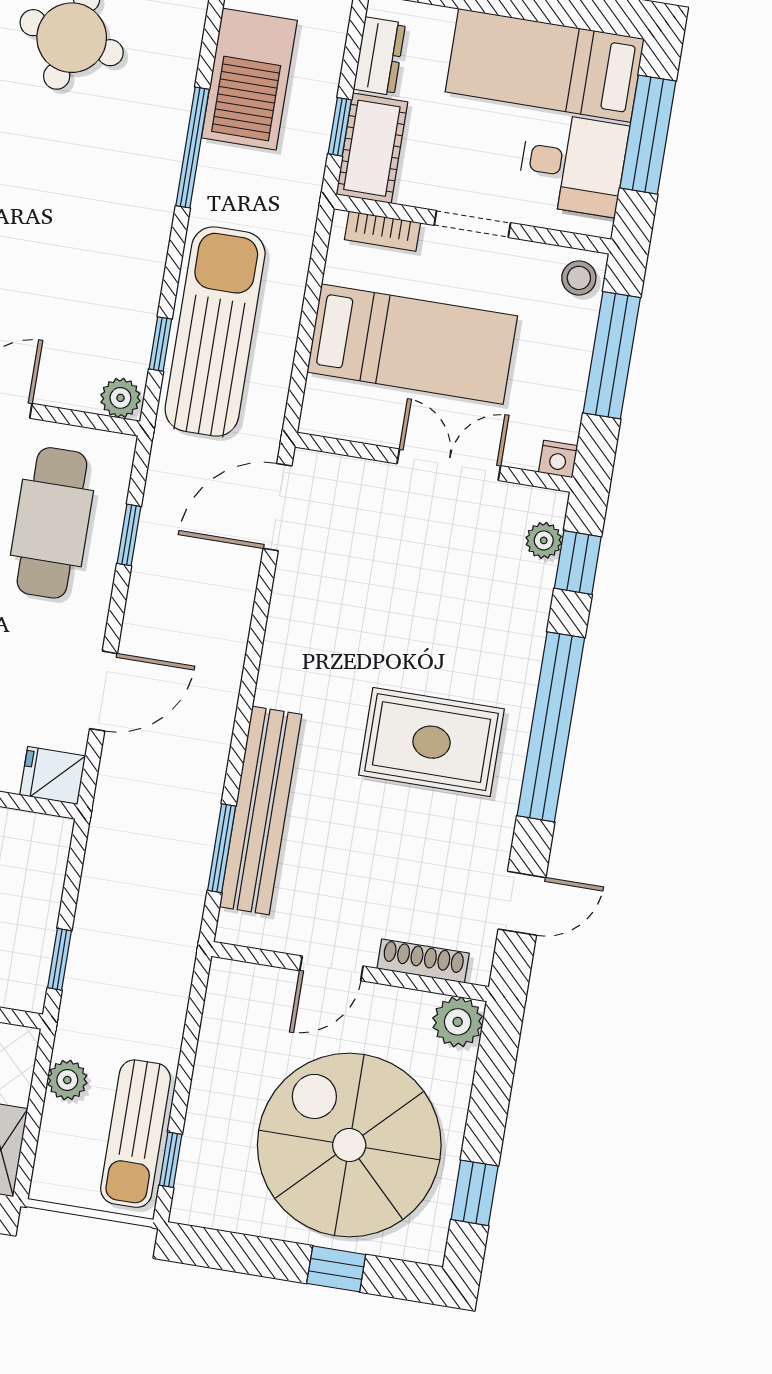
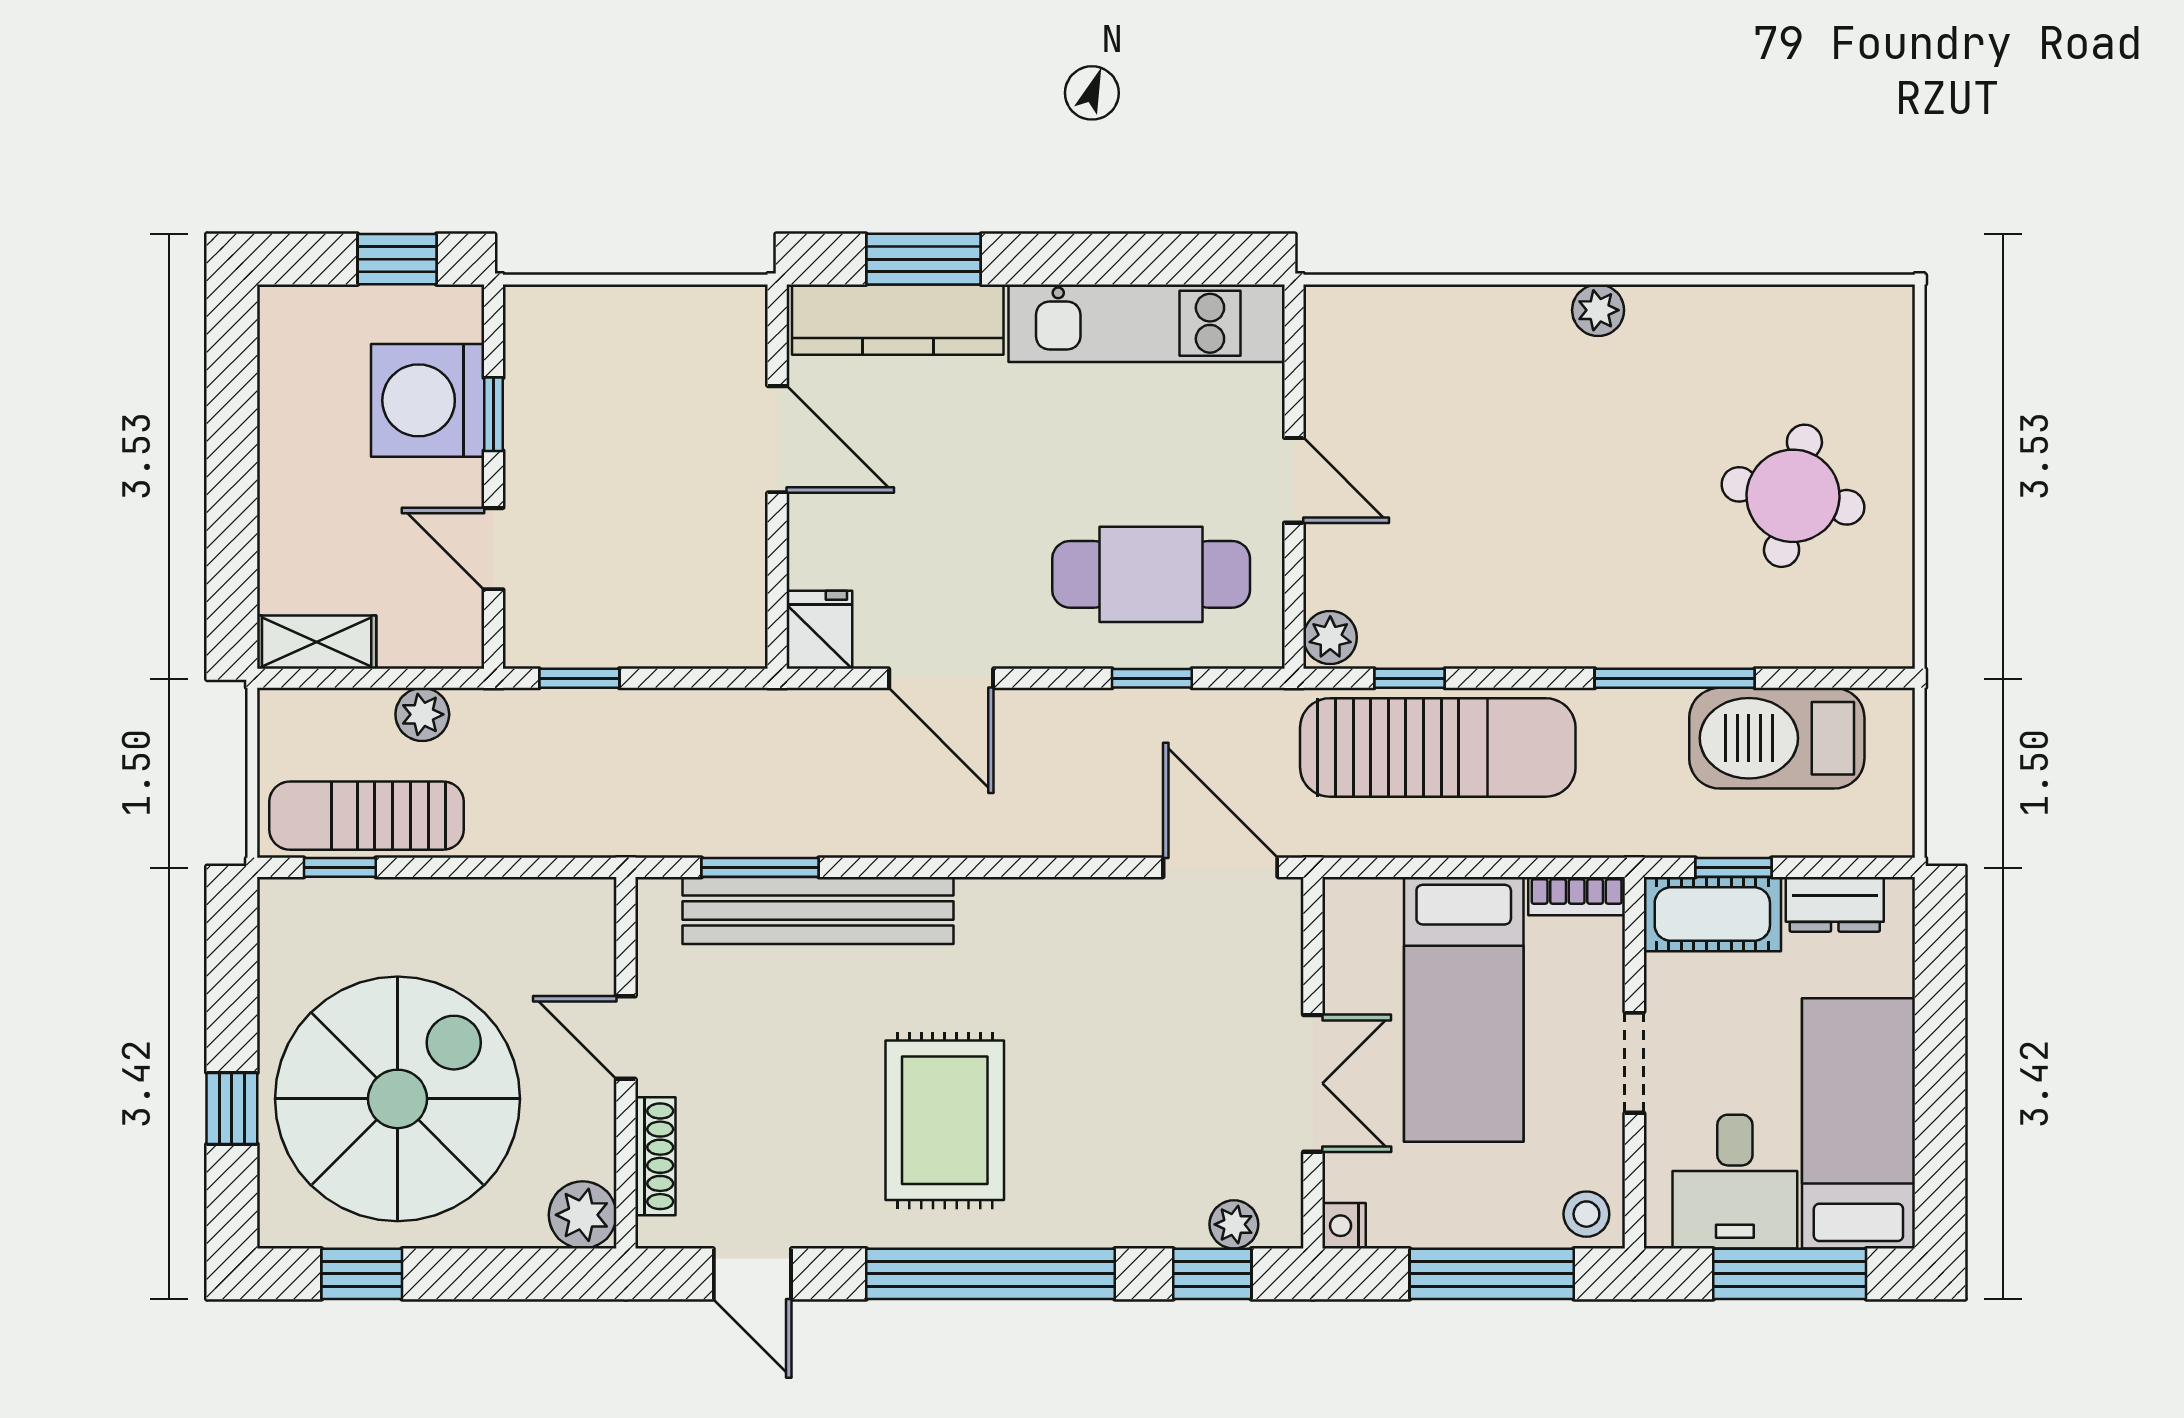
bookcase: (382, 231) -> (1577, 896), moved, turned -90

